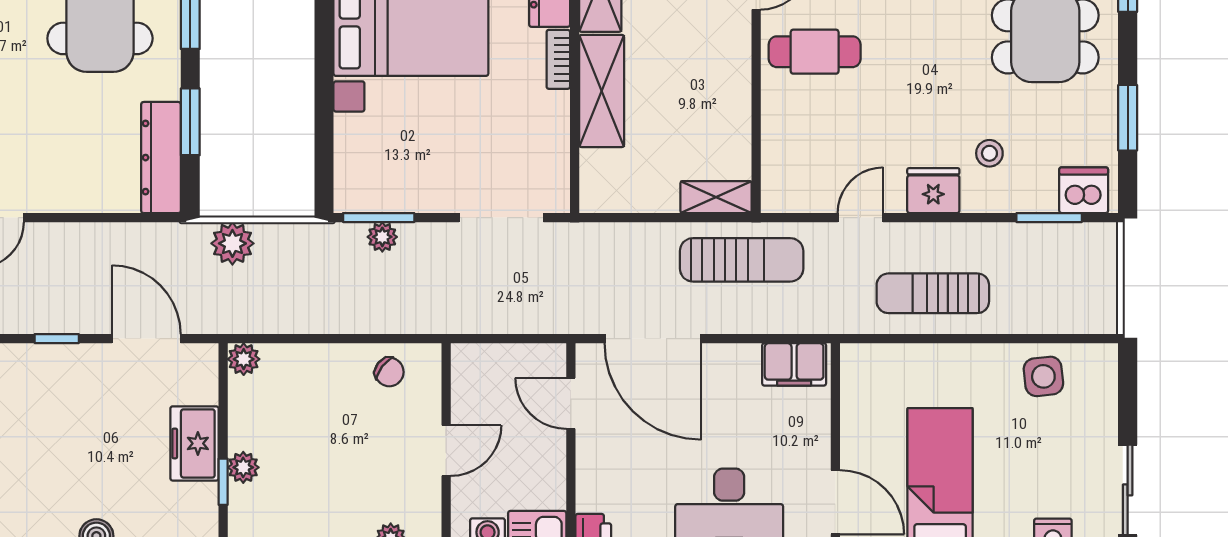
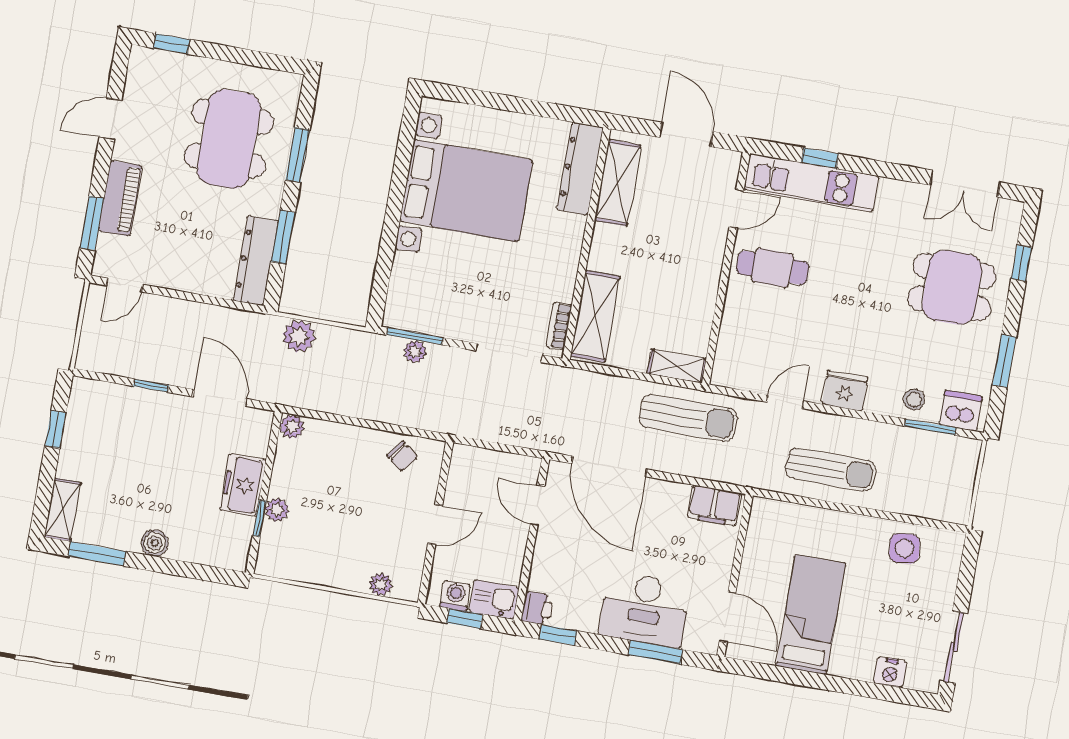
bookcase: (558, 59) -> (559, 326), moved
shelving: (602, 91) -> (595, 316), moved
stool: (989, 153) -> (914, 399), moved
sun lounger: (933, 293) -> (831, 470), turned 180

